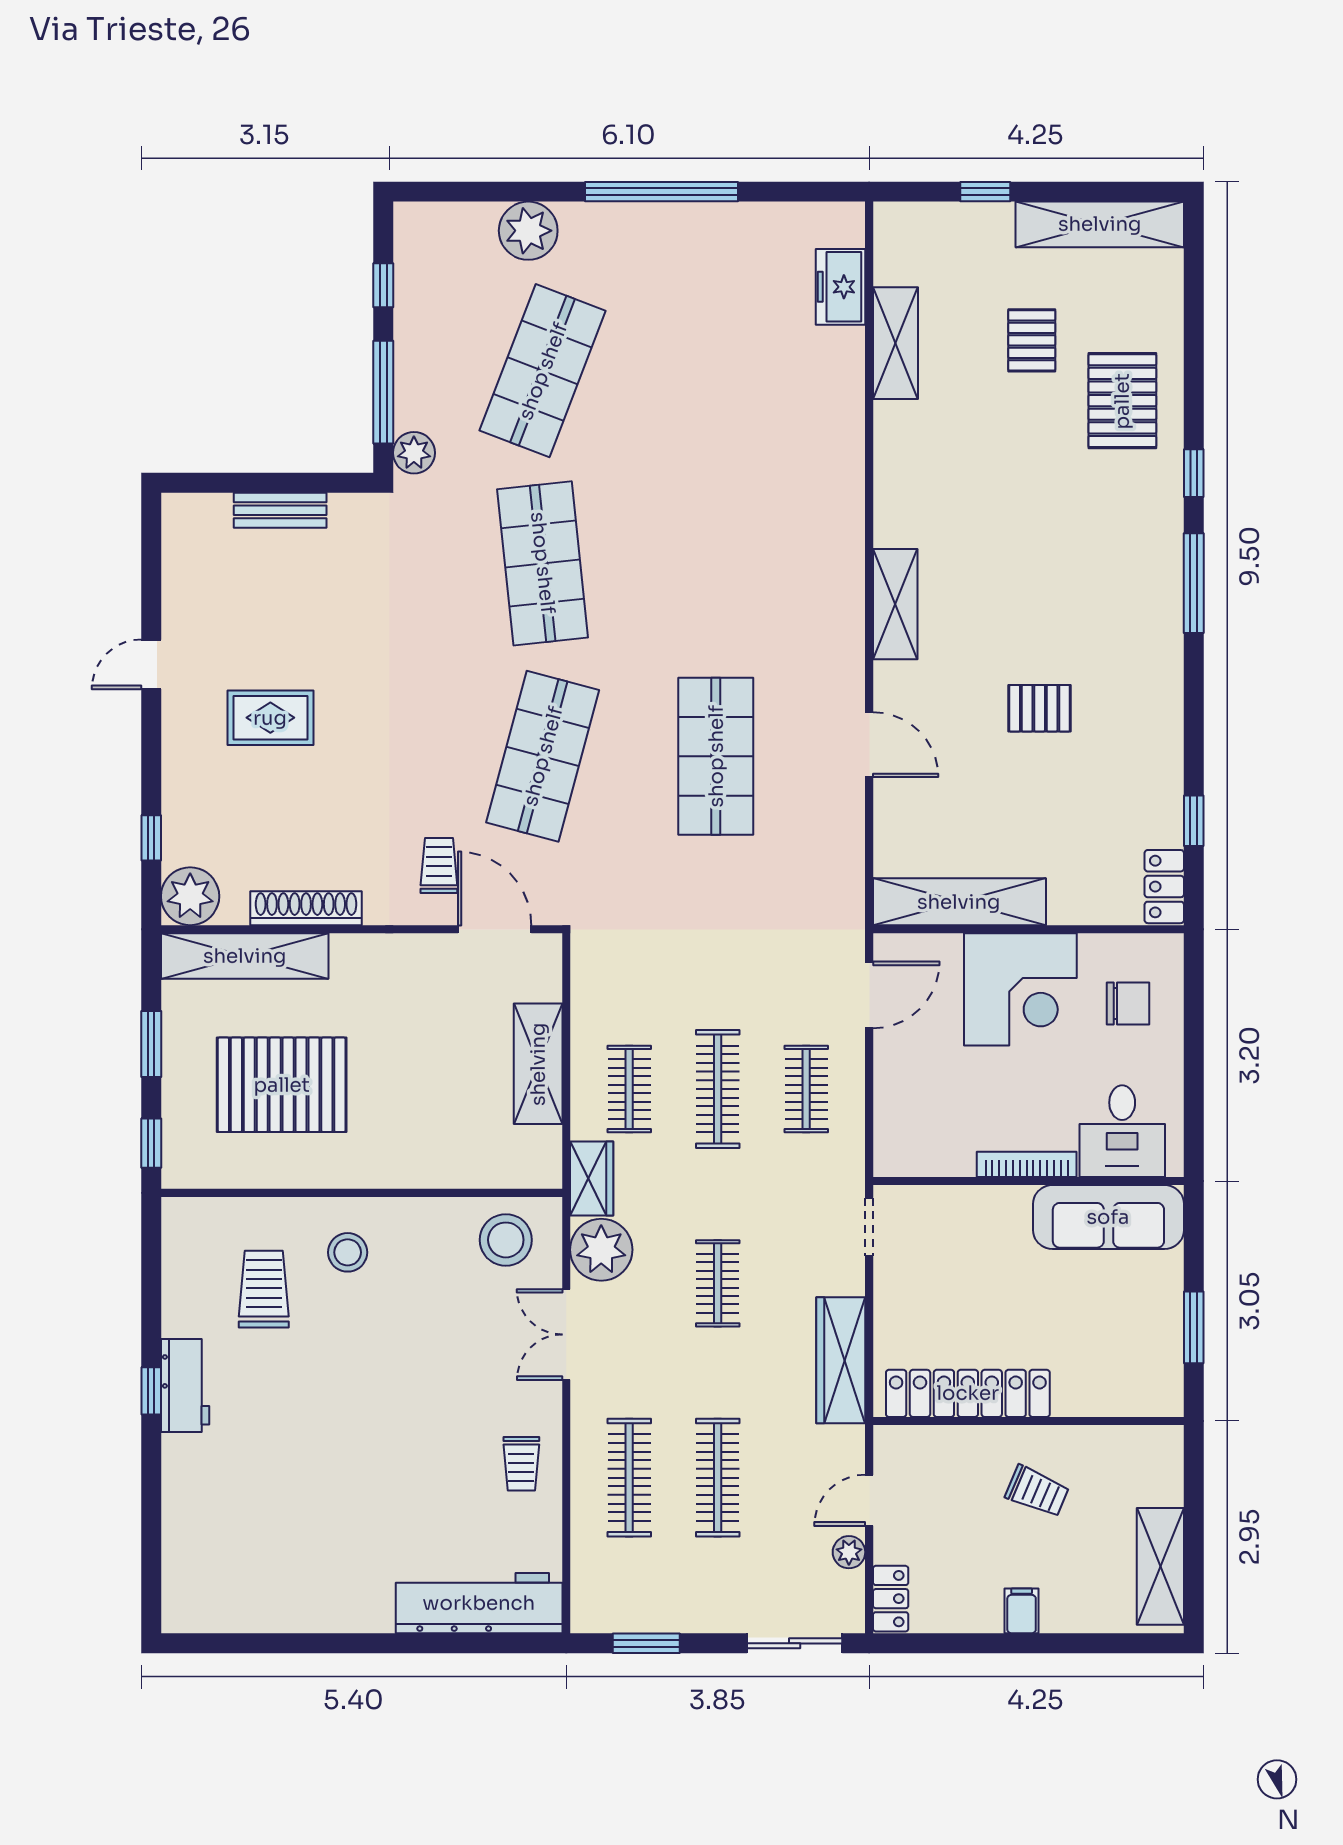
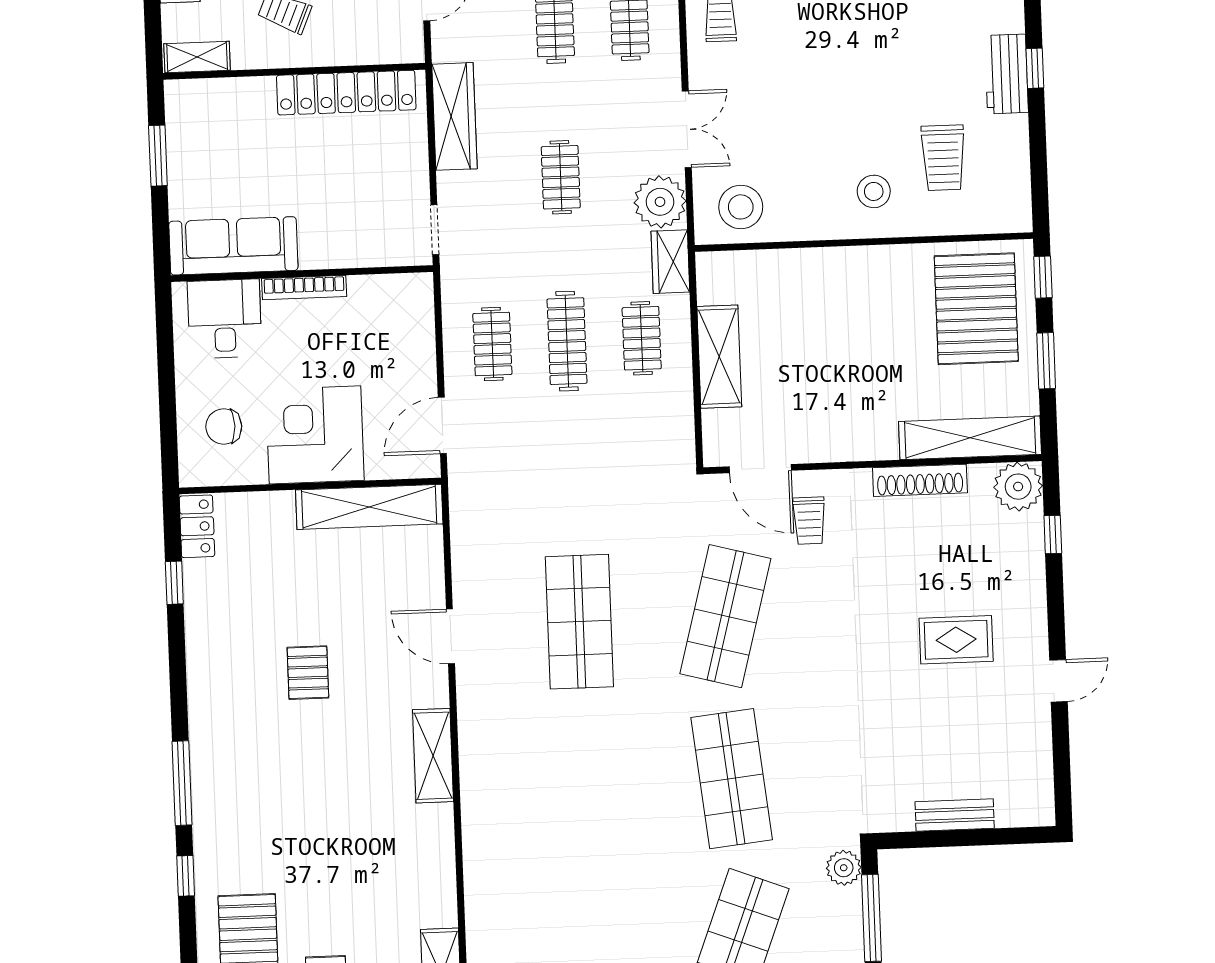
pallet: (1040, 708) -> (308, 673), turned 90
pallet: (282, 1085) -> (976, 309), moved, turned 90
shelving: (1143, 1442) -> (197, 57), added

